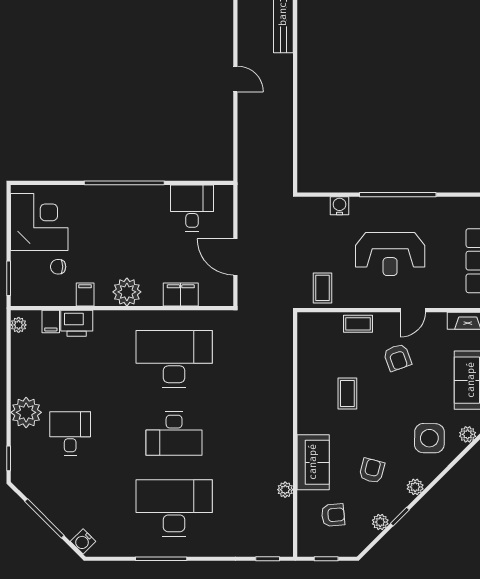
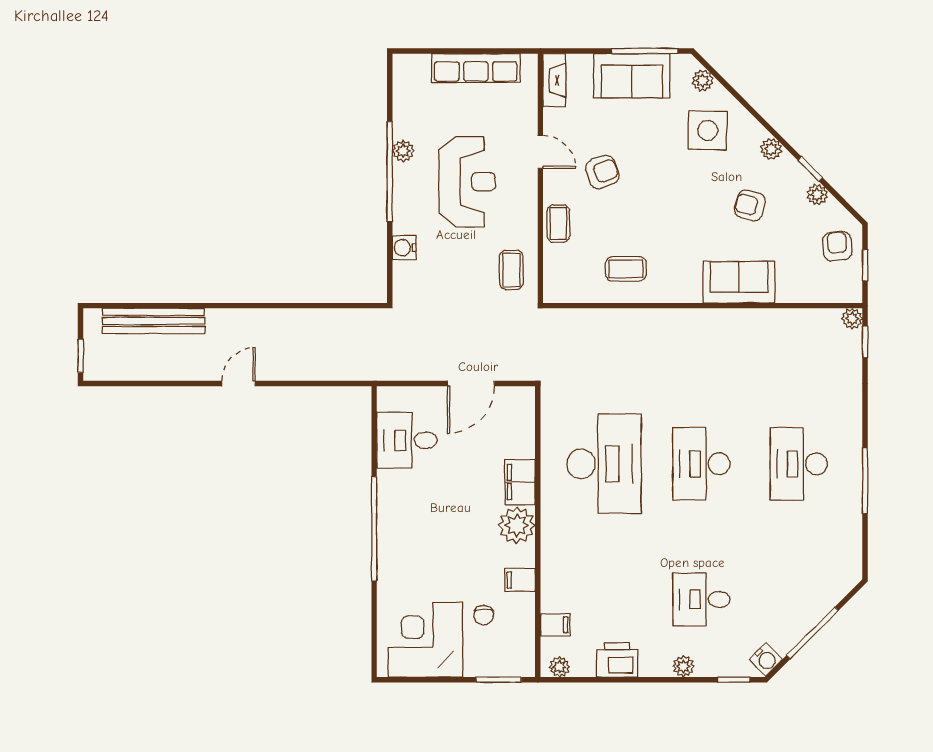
plant: (414, 205) -> (403, 151), added
coffee table: (323, 288) -> (511, 270), turned 90
filing cabinet: (181, 295) -> (520, 482), moved
printer: (77, 323) -> (617, 660), moved, turned -90
desk: (174, 359) -> (604, 464), turned 180
coffee table: (347, 393) -> (626, 269), moved
plant: (26, 412) -> (683, 666), width x0.53, depth x0.53
desk: (174, 433) -> (701, 464), turned 180
plant: (285, 490) -> (852, 319), moved
desk: (174, 508) -> (799, 464), width x0.73, depth x0.77
armchair: (333, 515) -> (837, 246), moved
water cooler: (83, 541) -> (766, 659), moved

